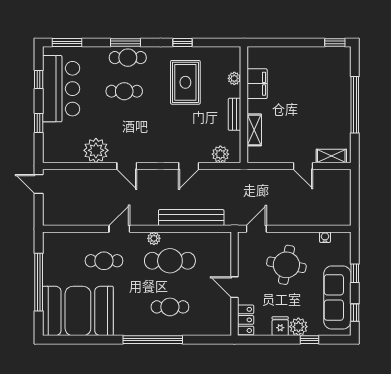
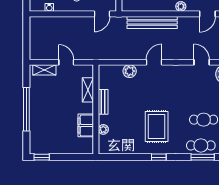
plant: (234, 78) -> (103, 129), moved
filing cabinet: (257, 84) -> (86, 125), moved
wall: (244, 105) -> (96, 109), moved
bench: (235, 114) -> (103, 102), moved
shelving: (254, 130) -> (88, 90), moved

